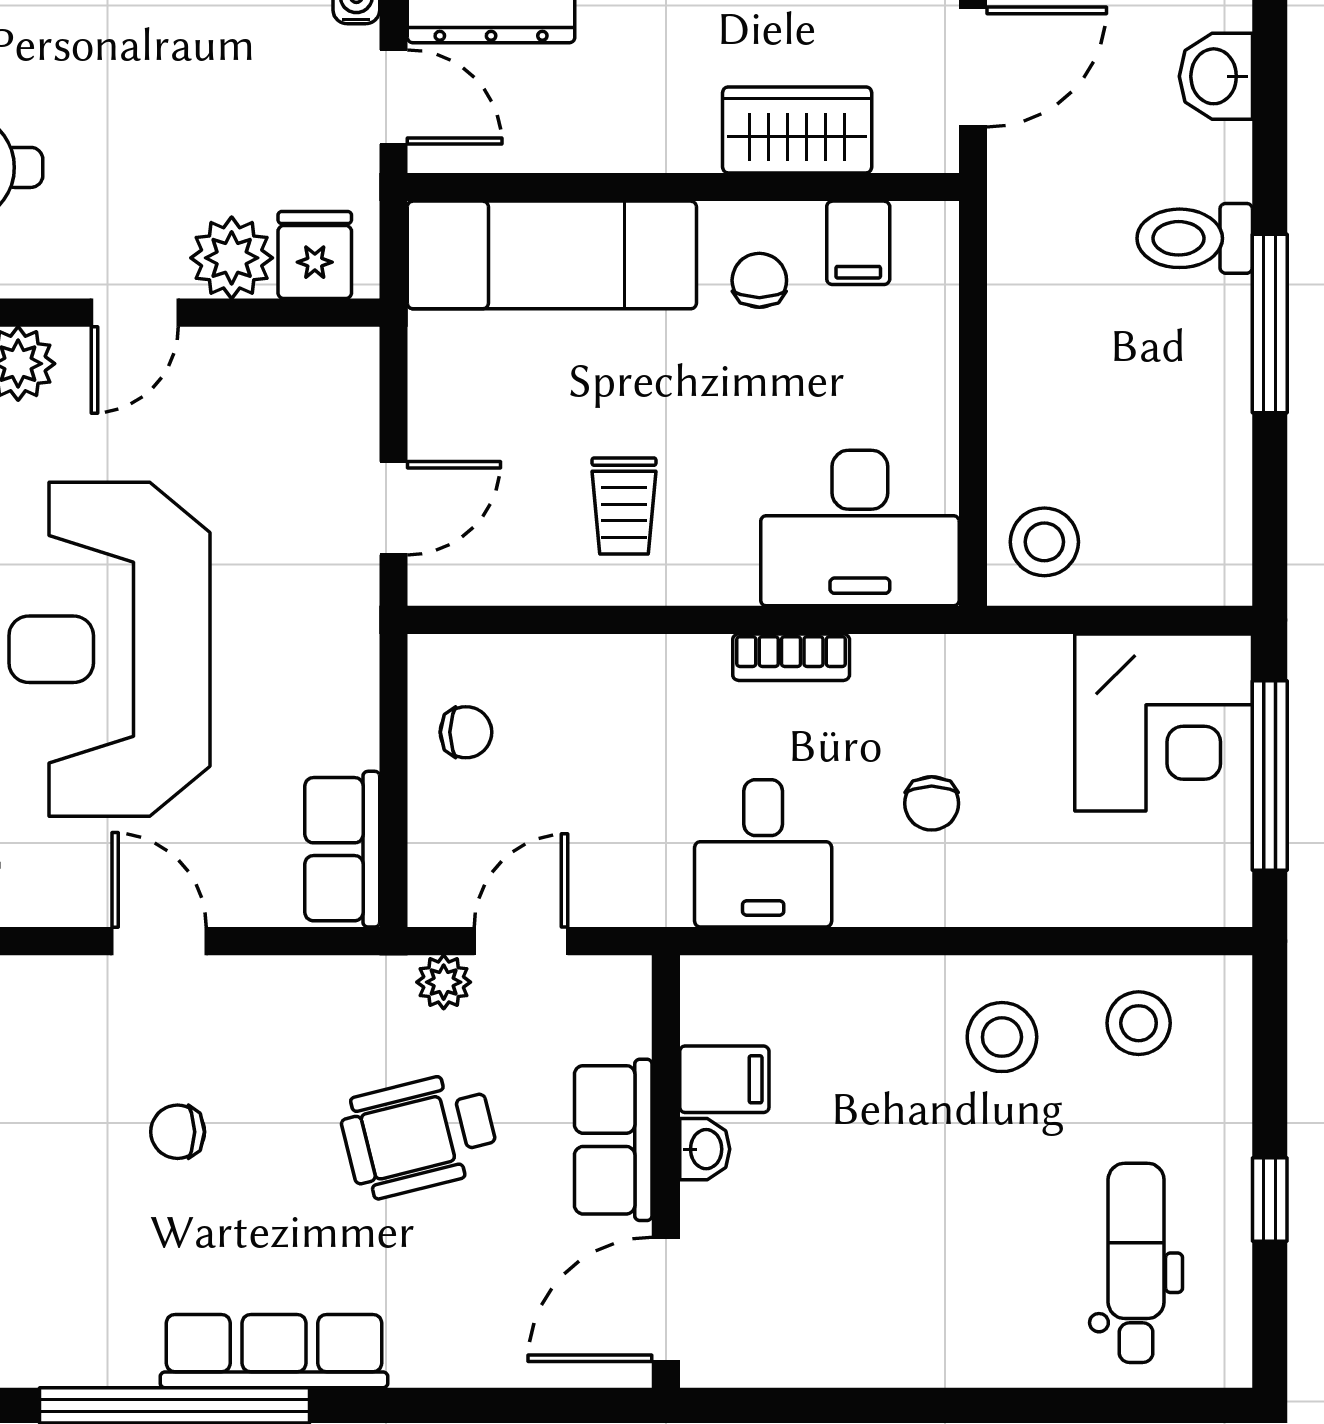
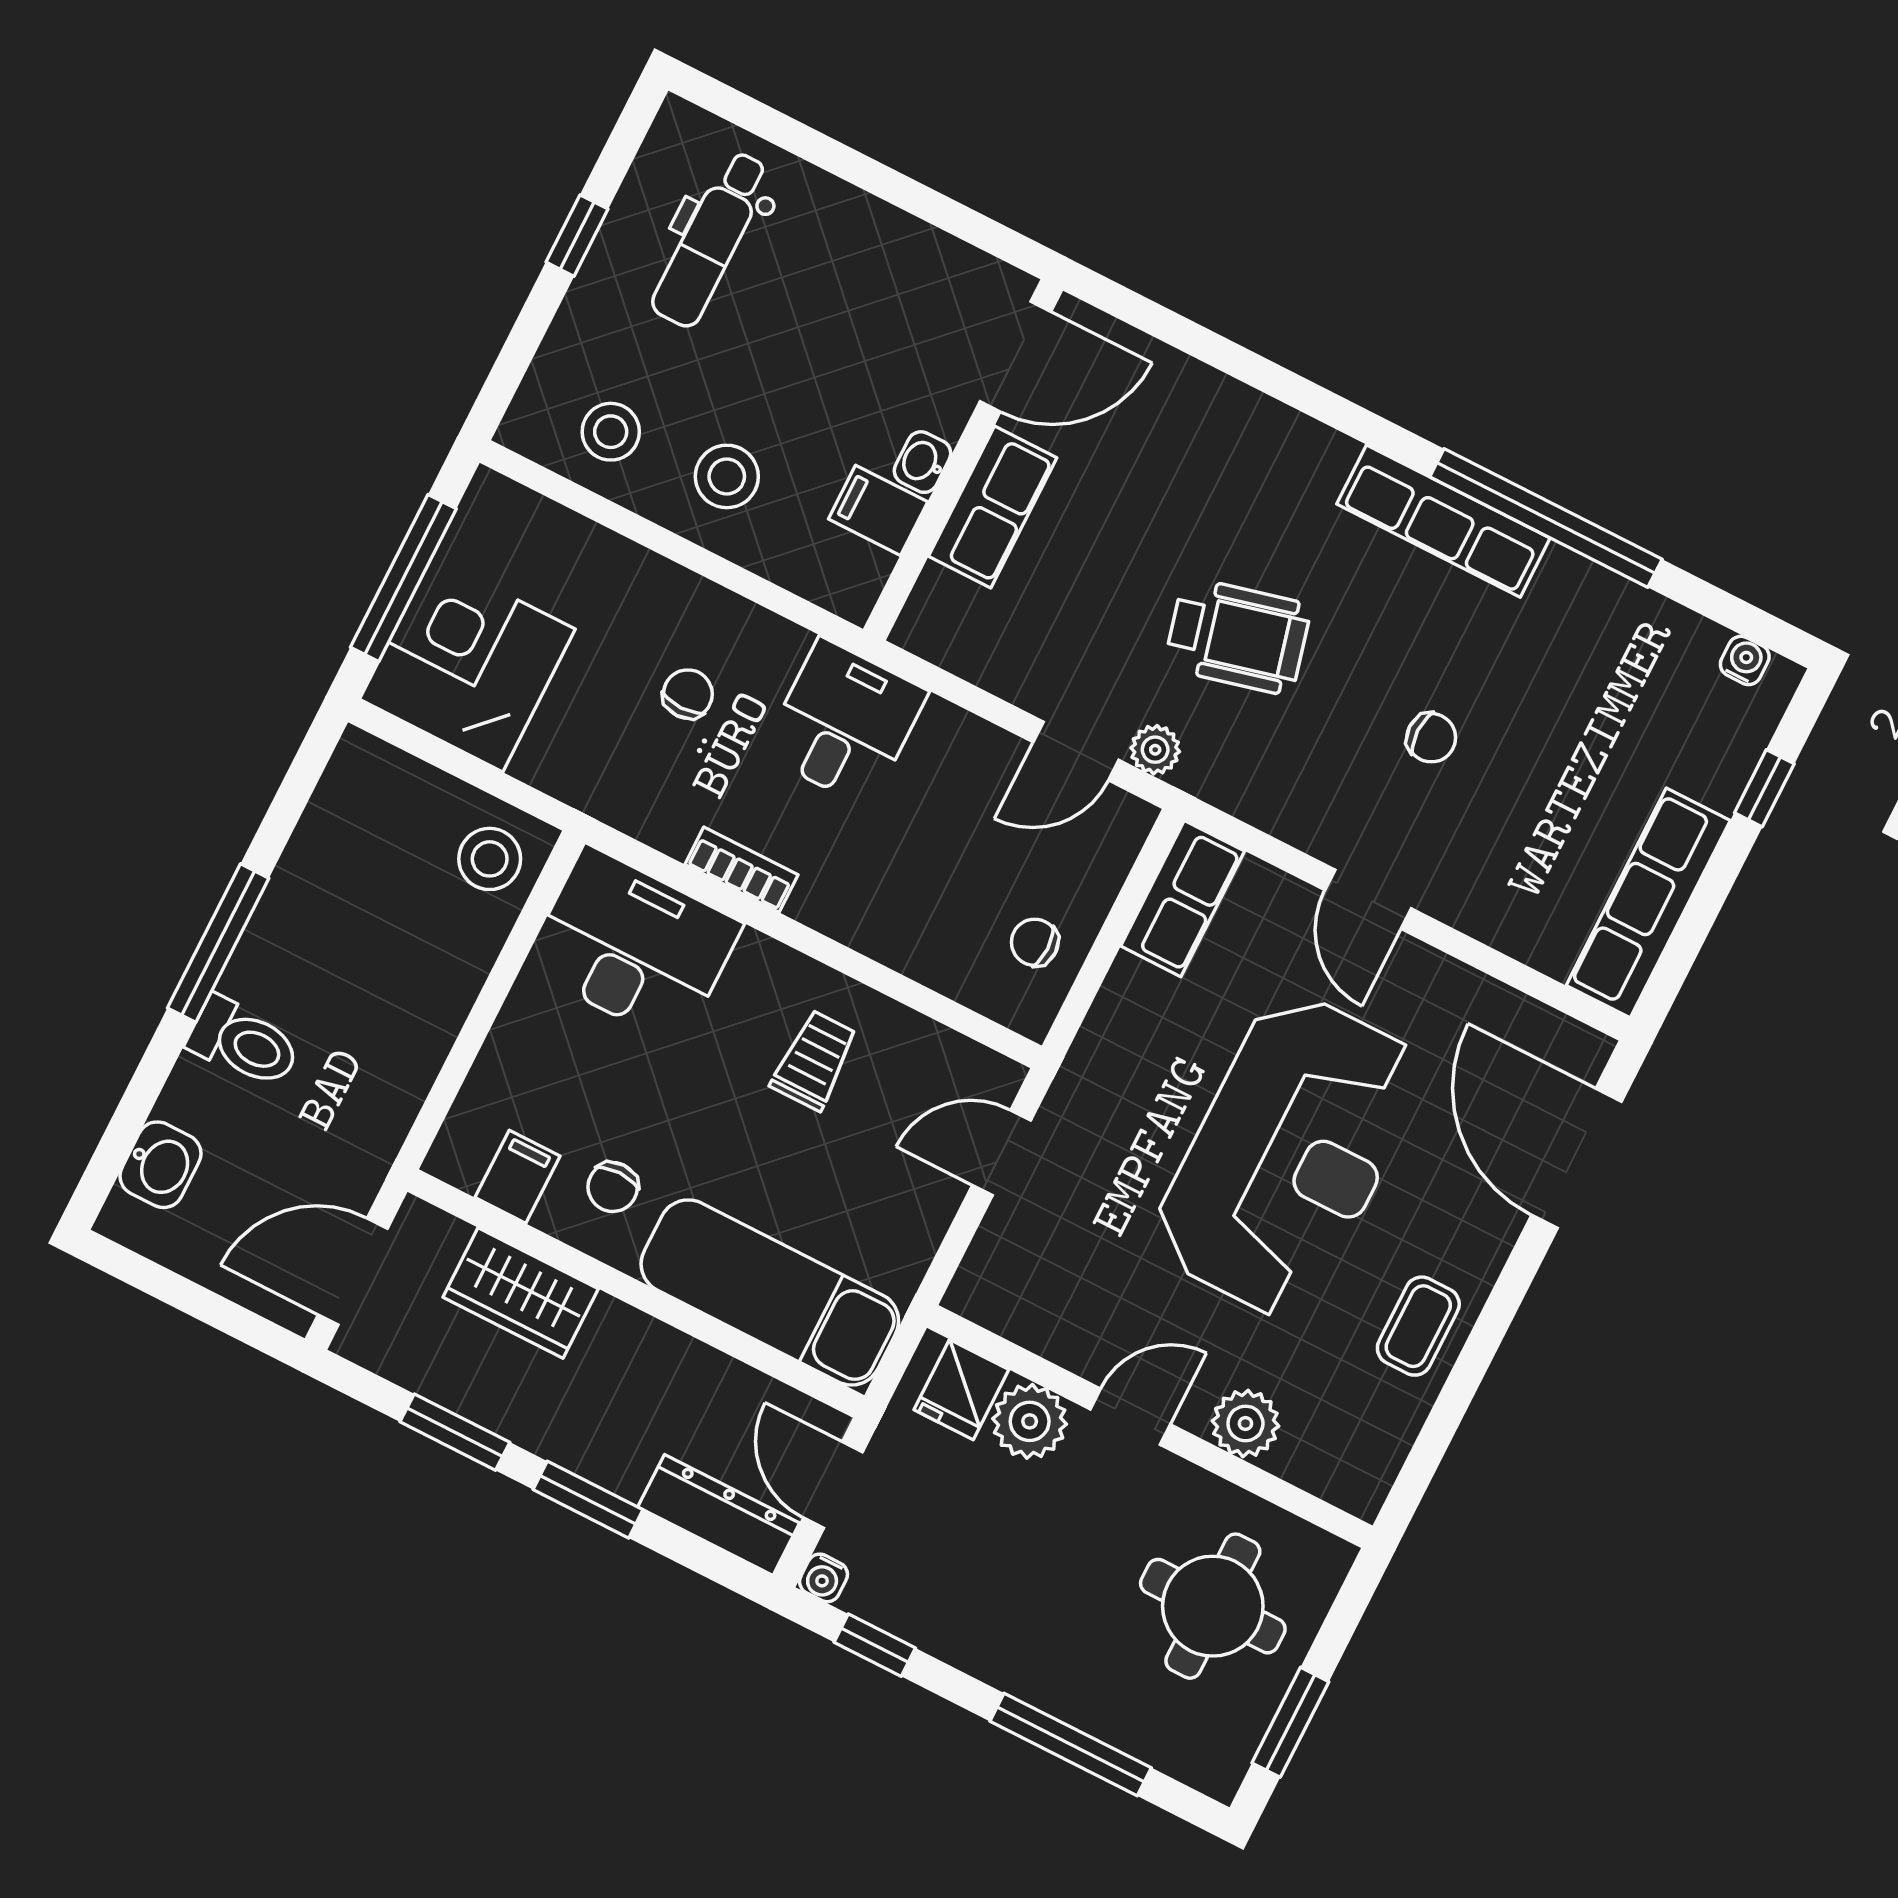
filing cabinet: (724, 1079) -> (878, 510), moved
row of seats: (613, 1140) -> (993, 507), moved
washbasin: (705, 1149) -> (923, 462), moved
wall: (666, 1172) -> (963, 460), moved
door: (666, 1299) -> (1016, 357), moved

